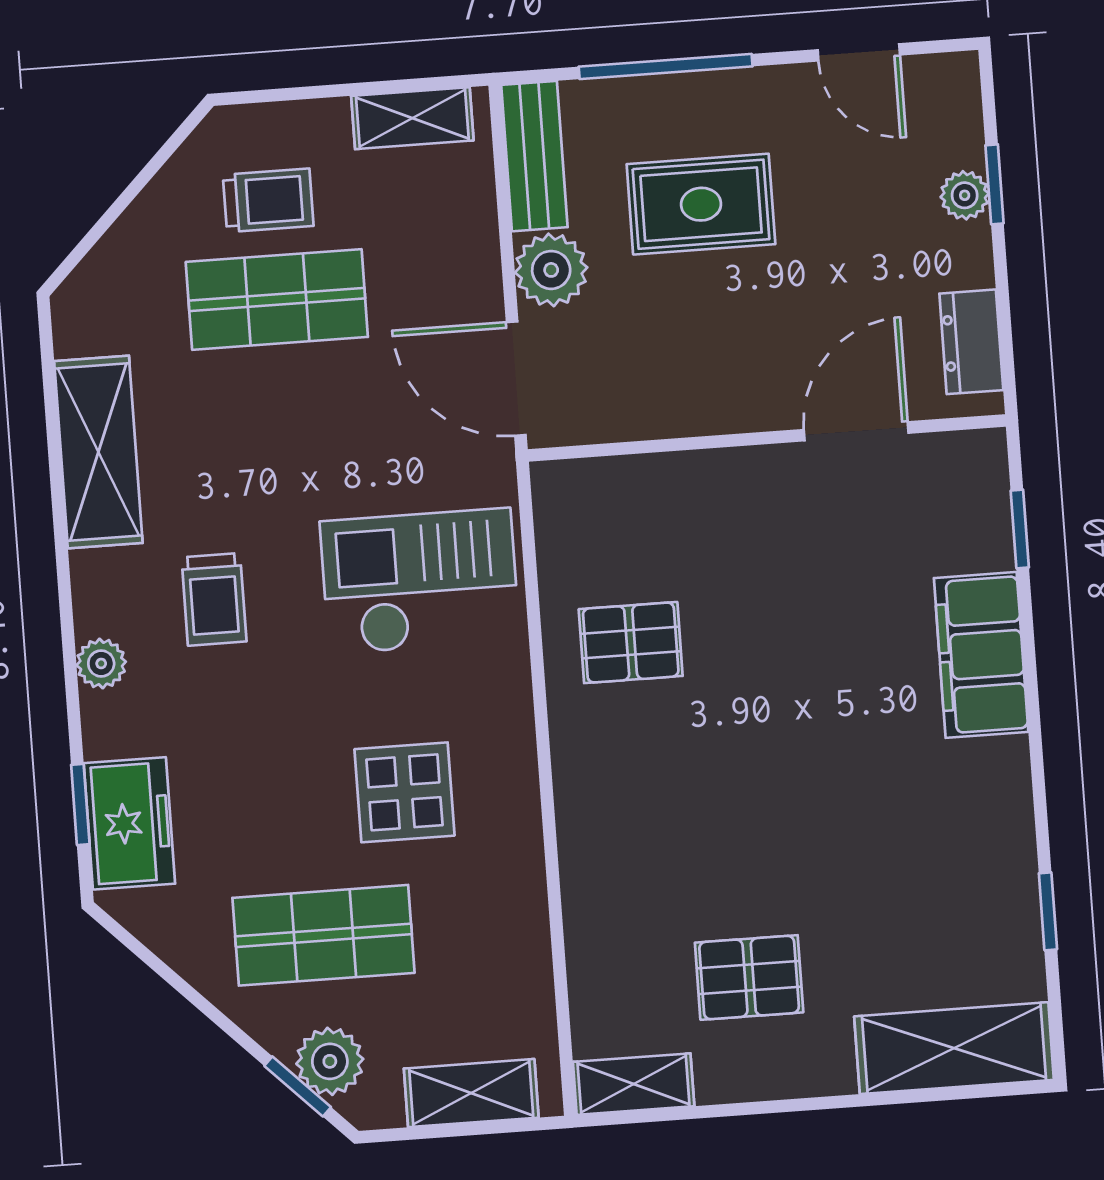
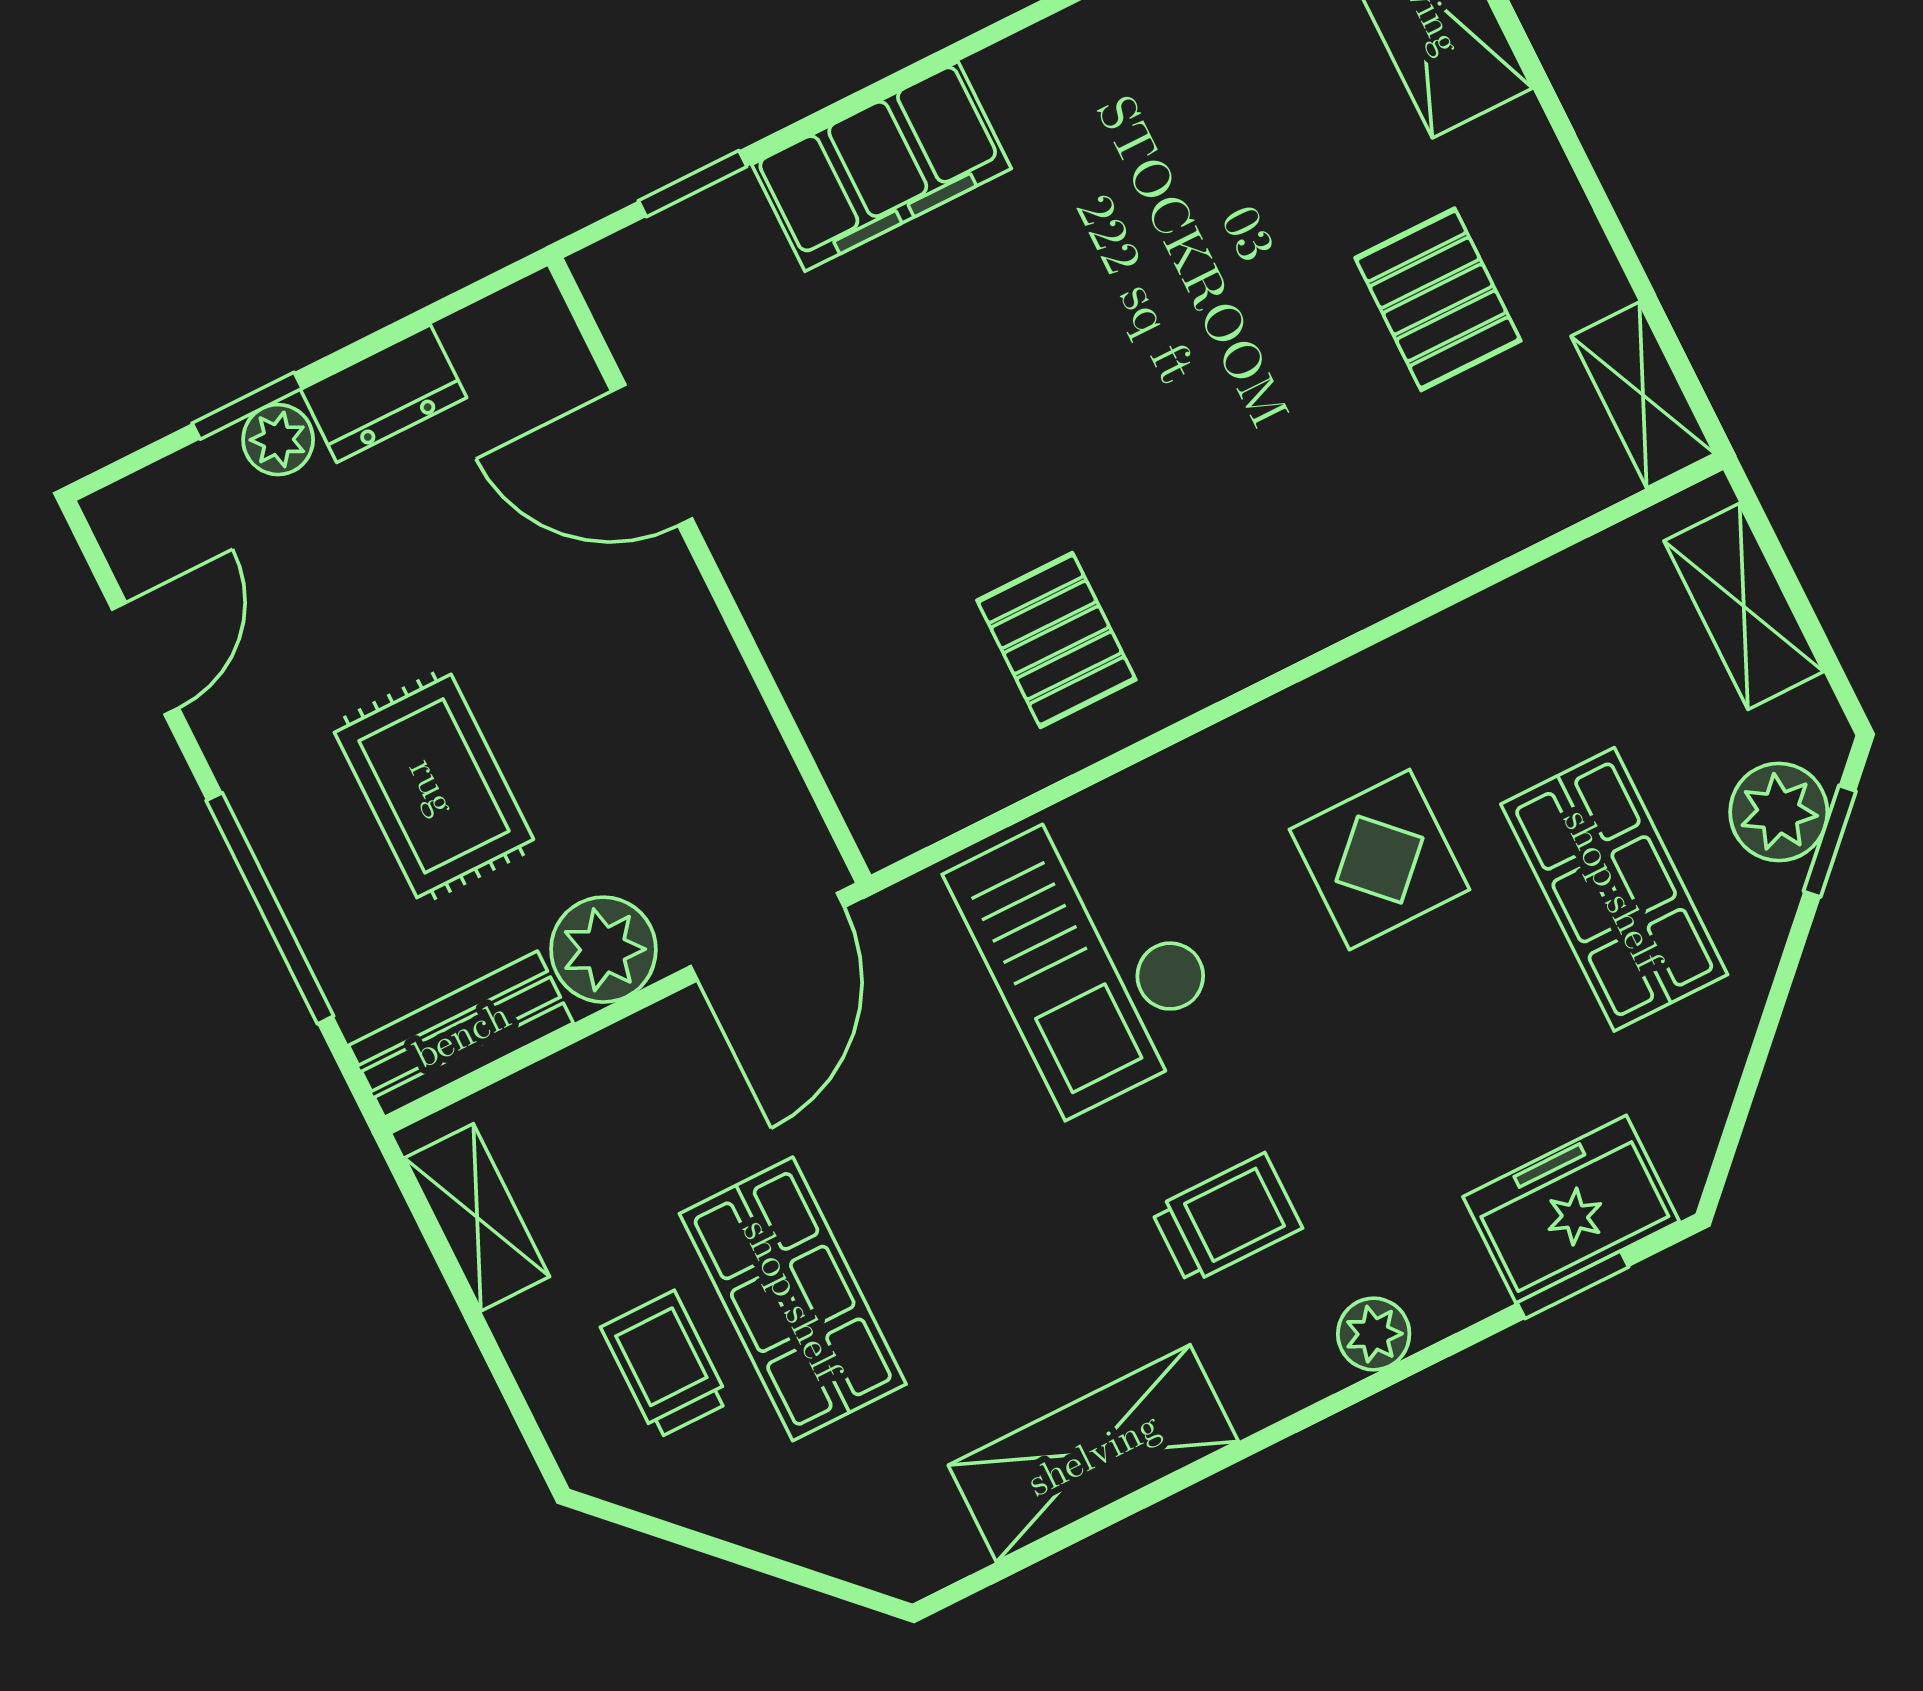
dresser: (971, 342) -> (384, 394), moved

